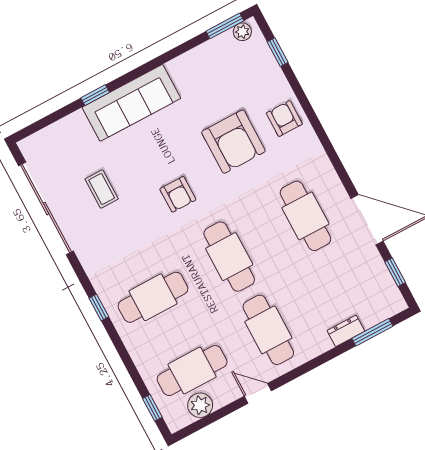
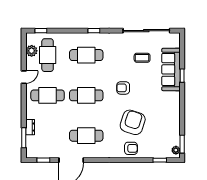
sofa: (131, 103) -> (171, 69), moved
armchair: (233, 142) -> (133, 122), turned 108
cafe table: (153, 297) -> (86, 55), turned 90

